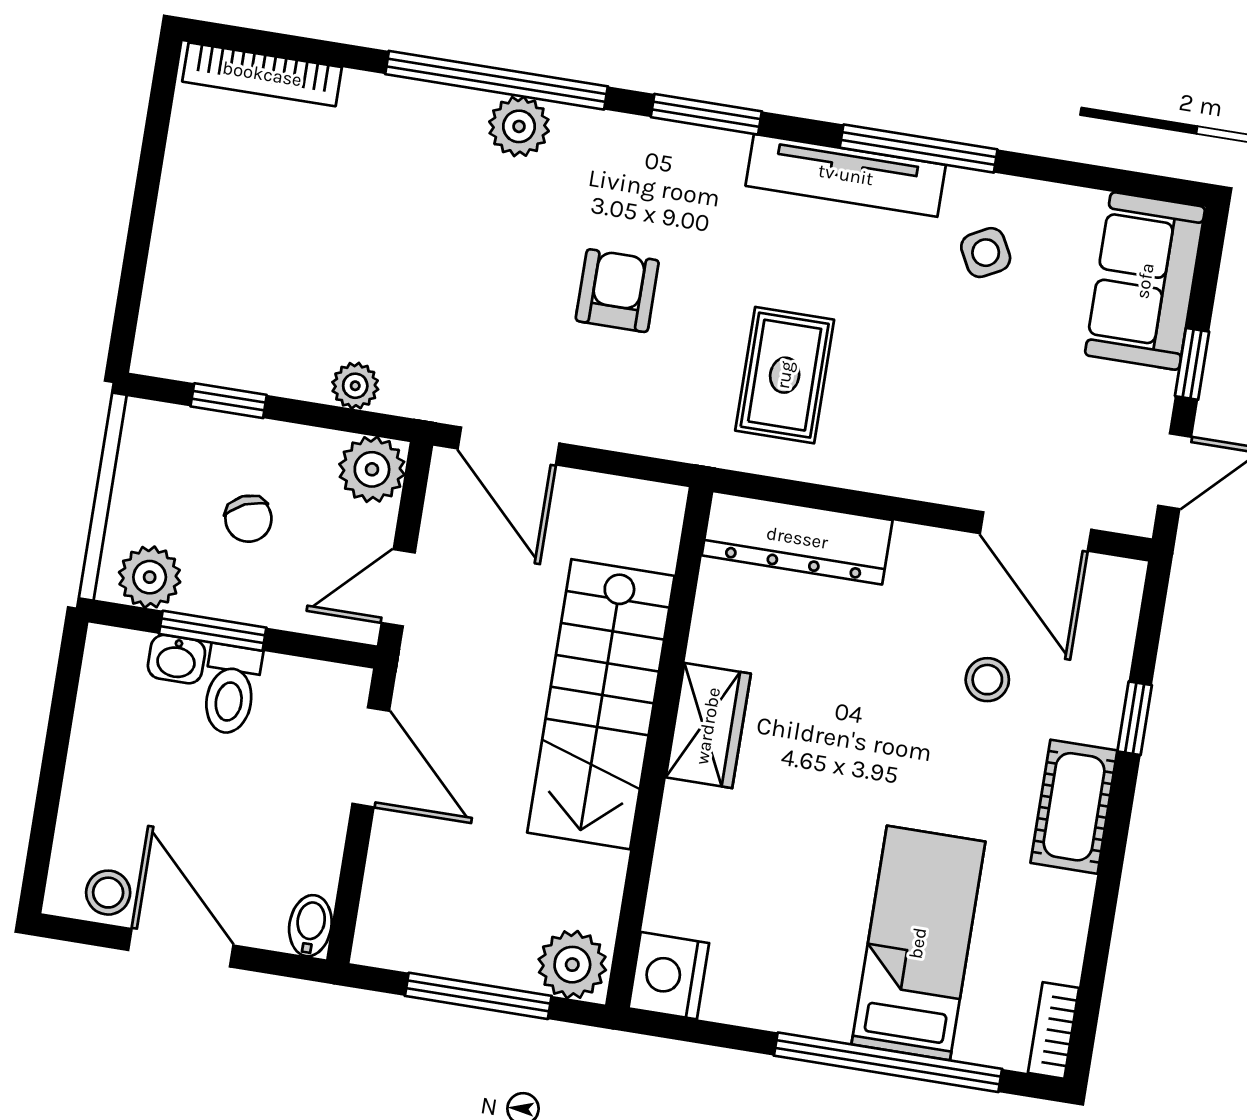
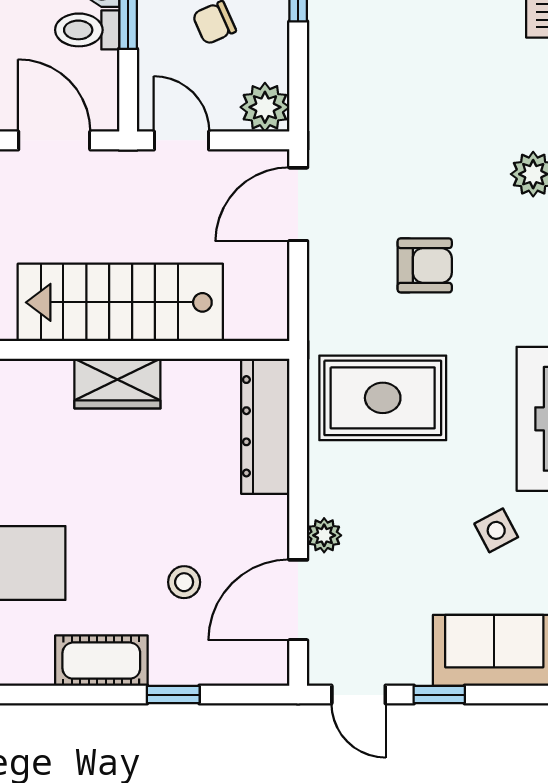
rug: (785, 375) -> (383, 398), width x1.36, depth x1.43
plant: (355, 386) -> (324, 535), moved
door: (371, 757) -> (54, 140), swing flipped

